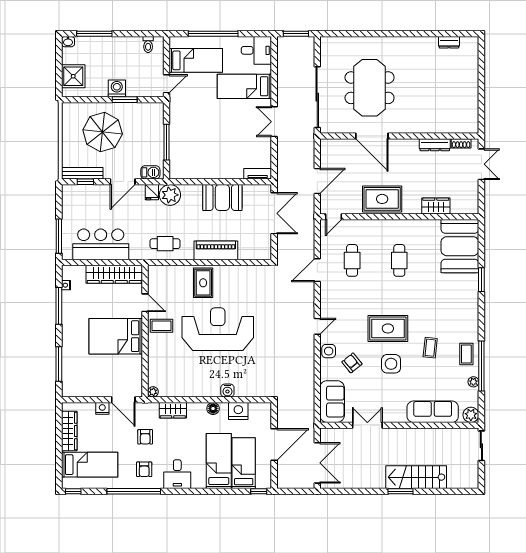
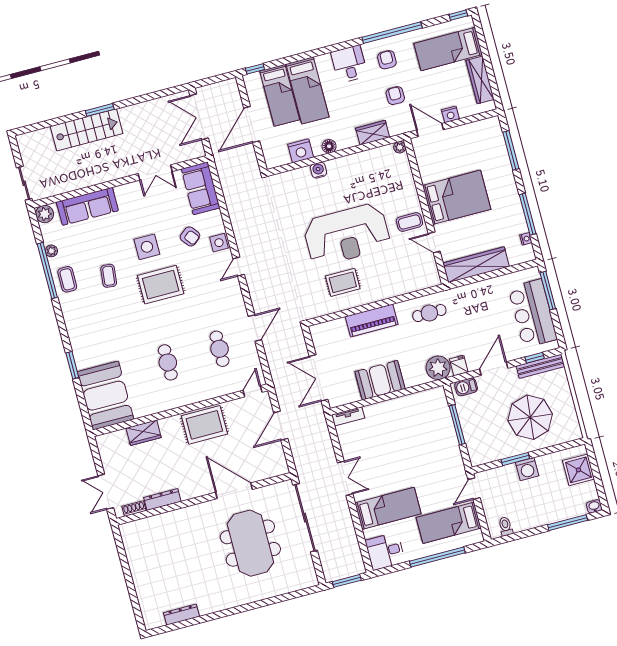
dresser: (449, 42) -> (181, 615), width x1.44
bar counter: (101, 244) -> (533, 313), moved, turned 90
rug: (203, 283) -> (343, 282), moved, turned 90

